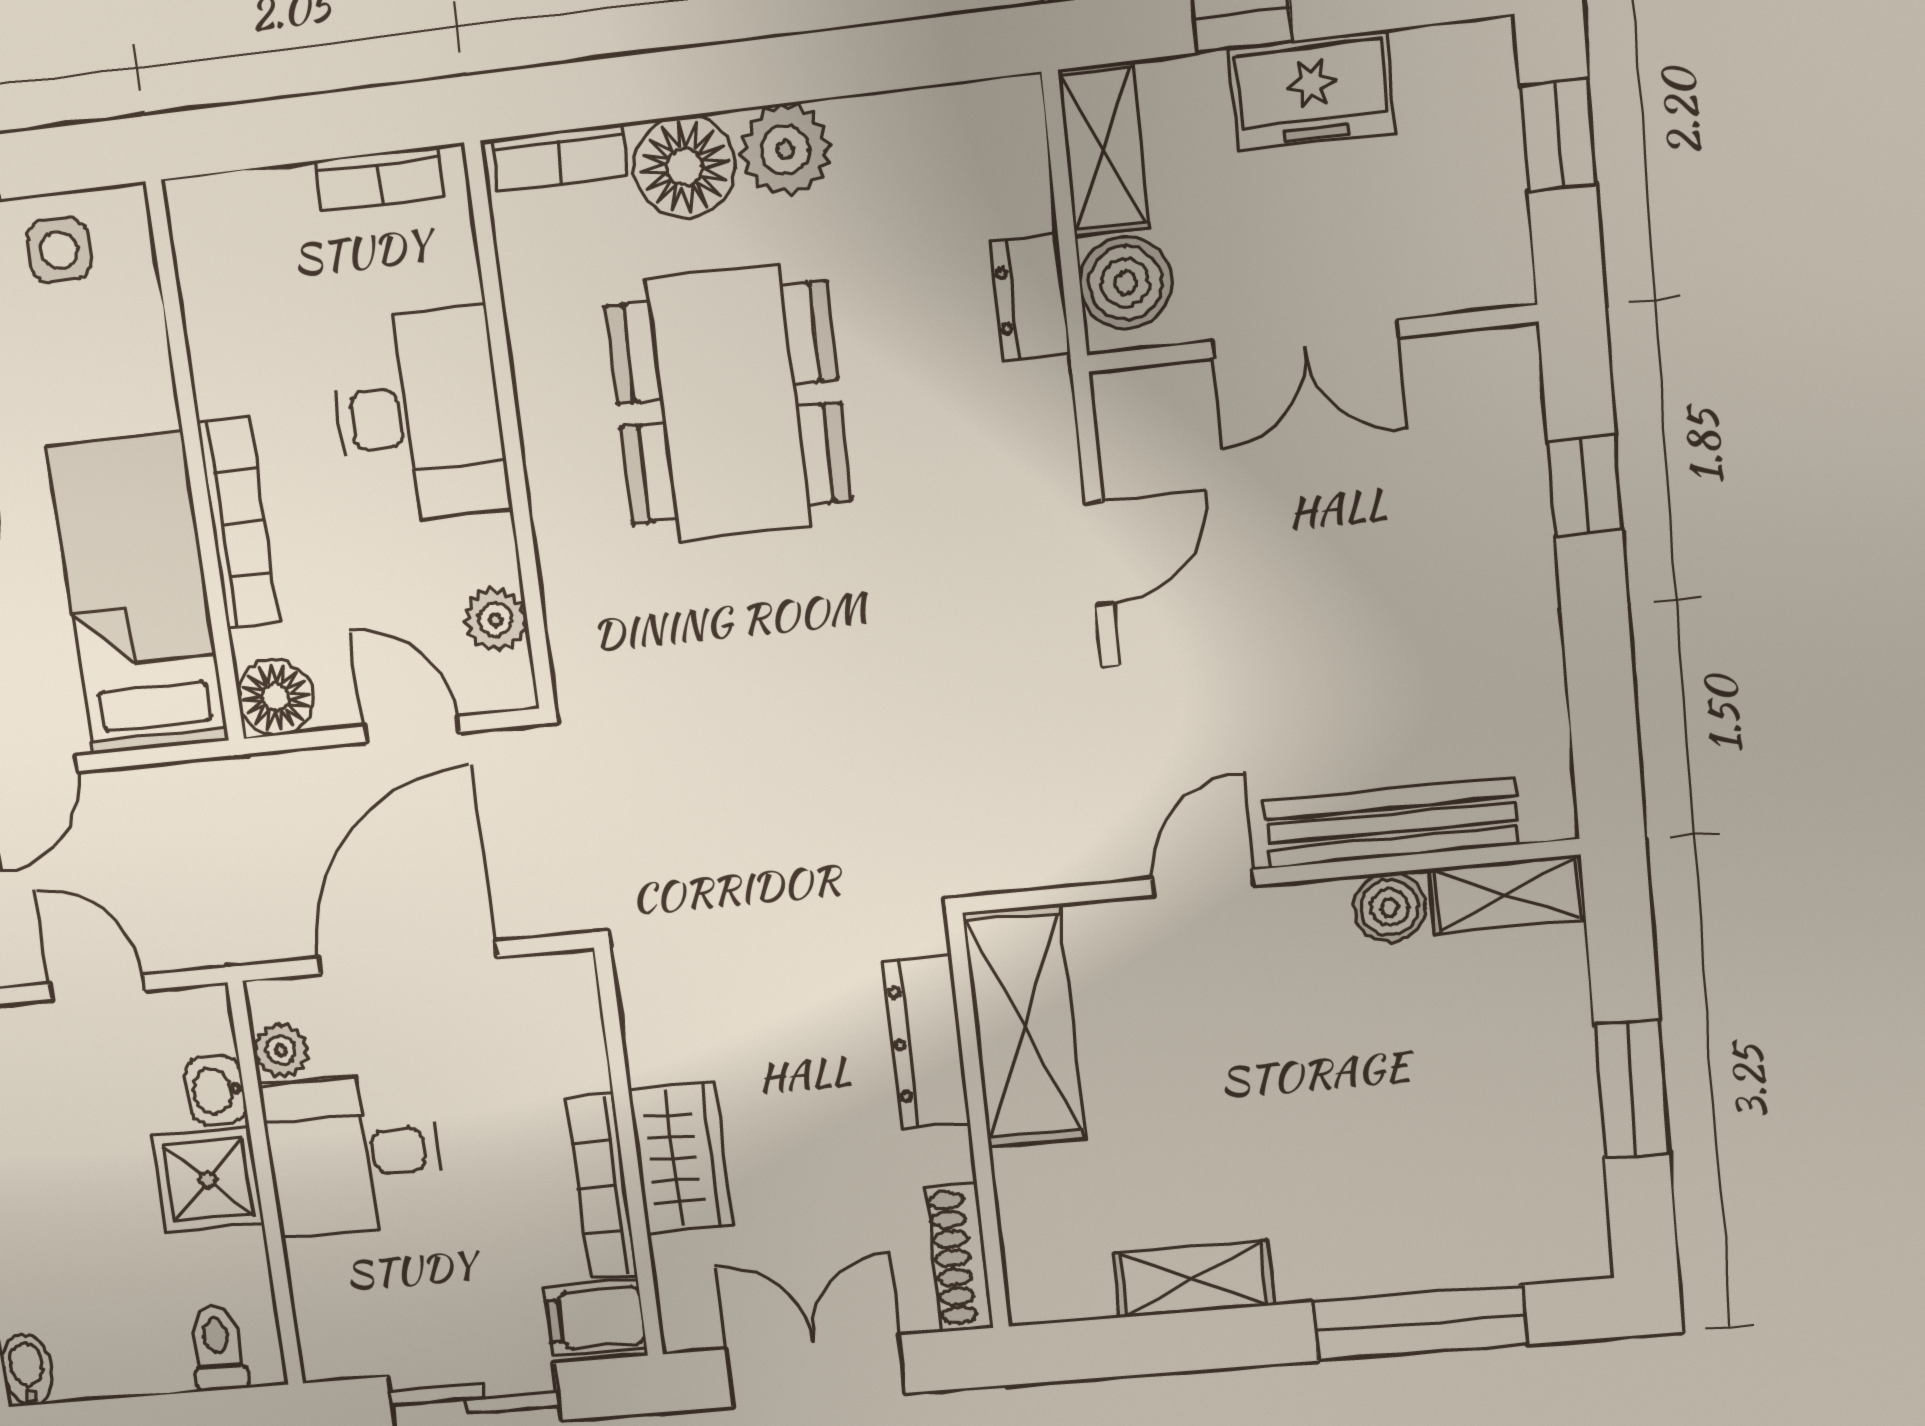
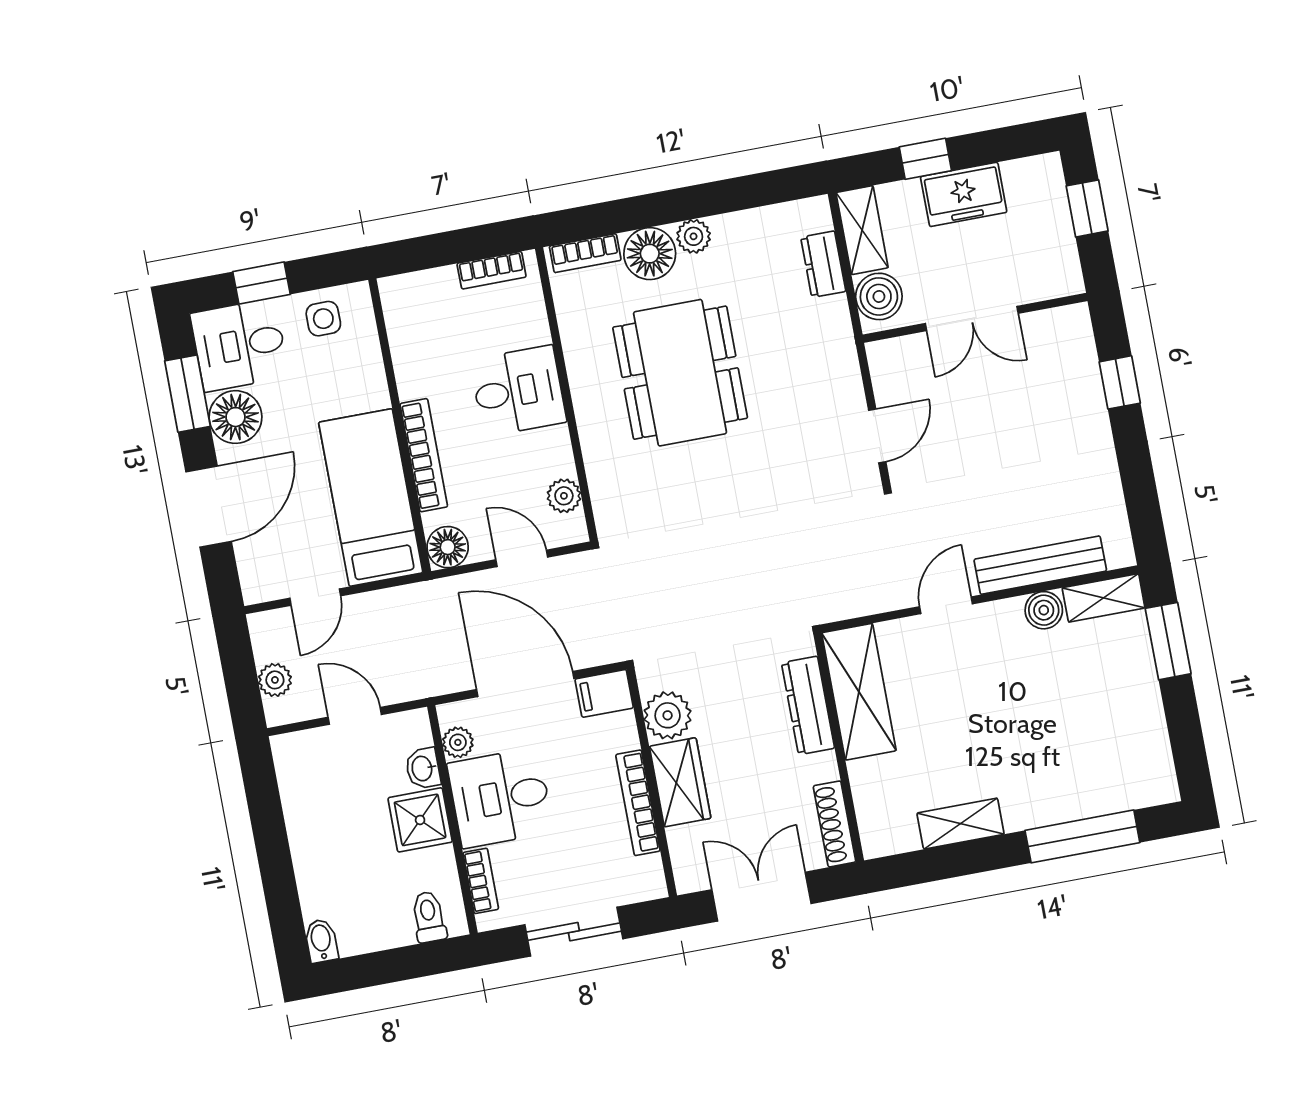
plant: (786, 150) -> (694, 236), width x0.73, depth x0.73
dresser: (1030, 298) -> (823, 264), moved
desk: (419, 415) -> (518, 391), width x0.73
door: (408, 958) -> (525, 684), hinge flipped
plant: (665, 1037) -> (668, 715), added
window: (1632, 1089) -> (1168, 641), moved
bookcase: (312, 1295) -> (481, 881), added
filing cabinet: (595, 1318) -> (604, 693), moved

